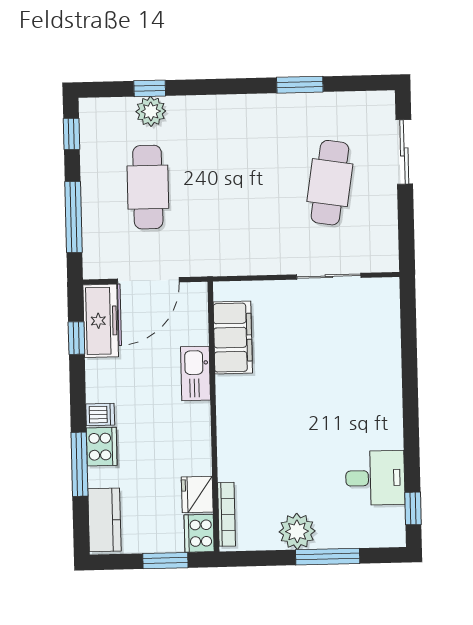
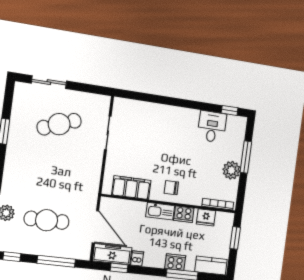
cafe table: (330, 183) -> (59, 124), turned -30
kitchen sink: (195, 373) -> (160, 211), moved
dishwasher: (100, 414) -> (137, 258), moved
chair: (245, 416) -> (171, 188), added
cooker: (199, 533) -> (184, 214), moved

